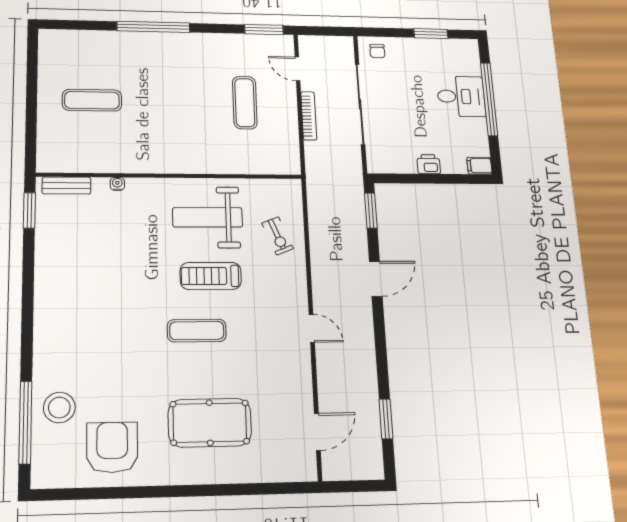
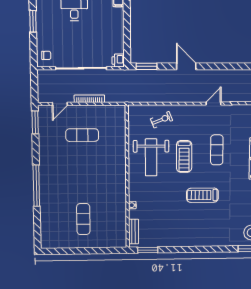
printer: (429, 164) -> (118, 60), moved
treadmill: (136, 311) -> (202, 195), added
exercise mat: (197, 331) -> (217, 150), moved

